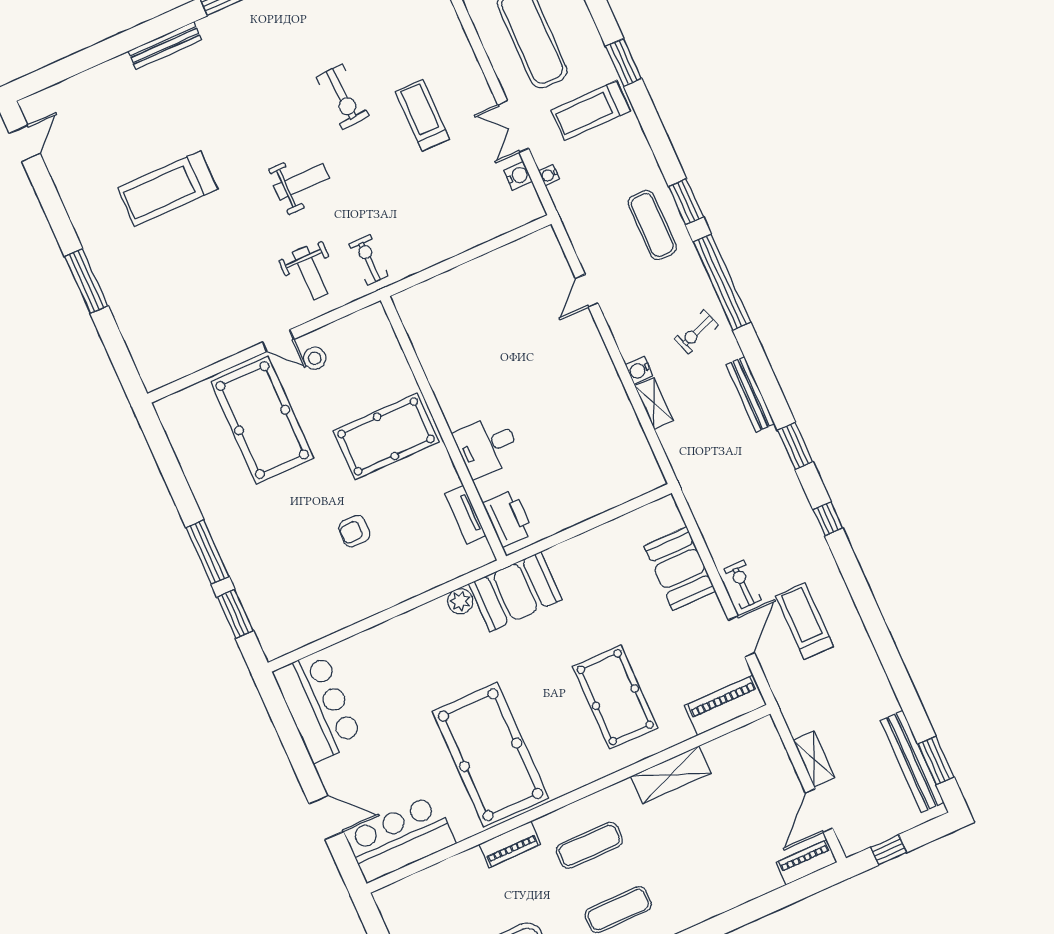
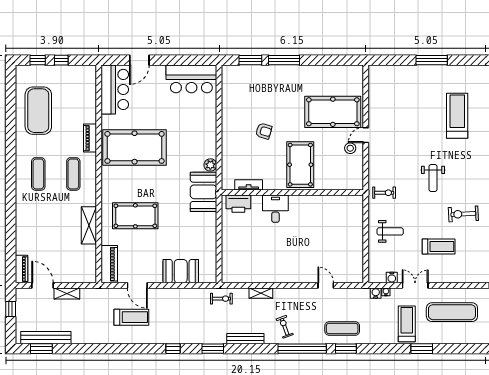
weight bench: (310, 273) -> (390, 231), moved, turned 180
water cooler: (639, 370) -> (376, 293), moved
armchair: (354, 531) -> (264, 131), turned 106
exercise bike: (743, 584) -> (221, 299), moved

